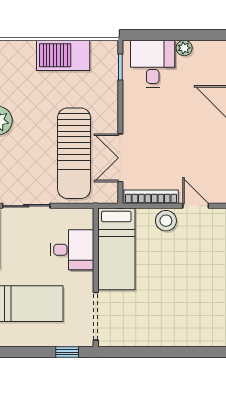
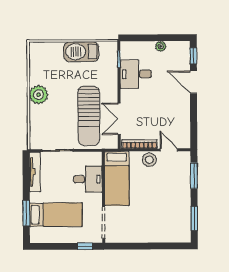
desk: (153, 64) -> (136, 74), moved, turned -90

